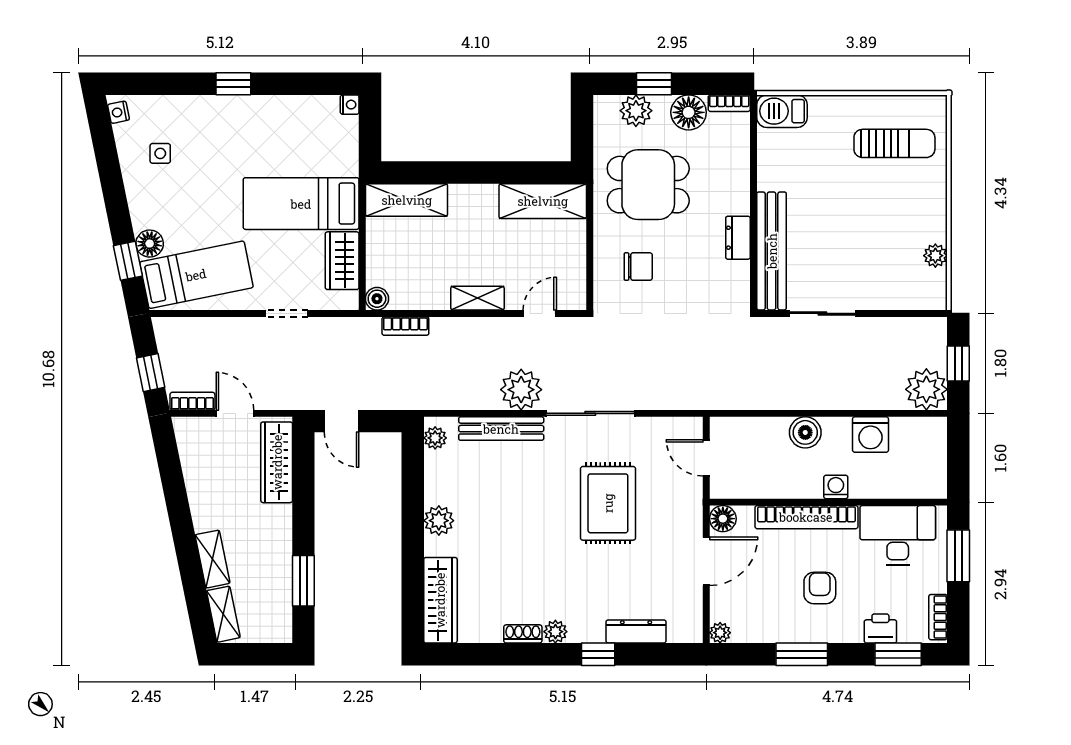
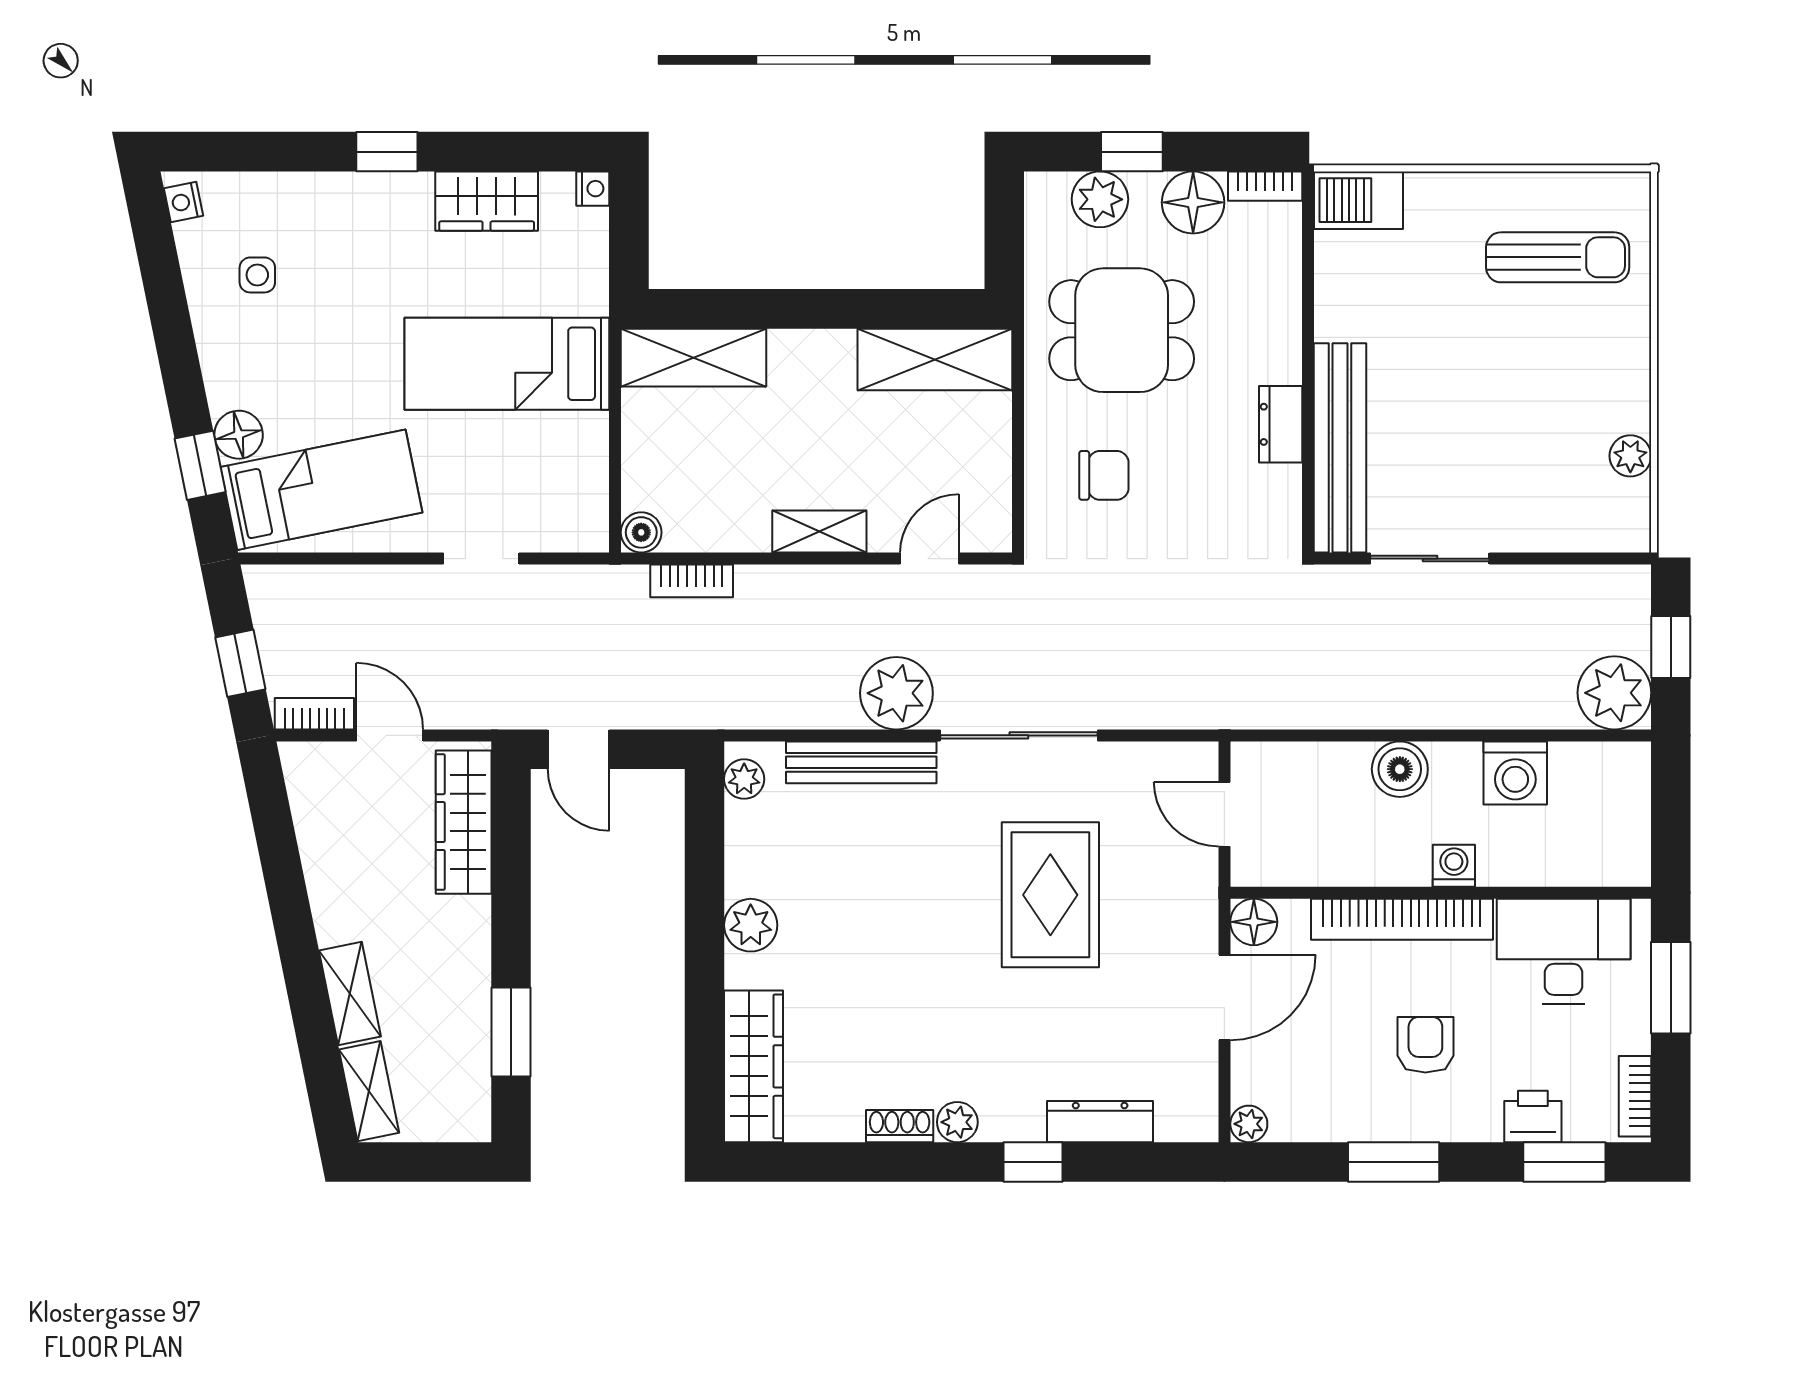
wardrobe: (342, 261) -> (487, 201), moved, turned -90

